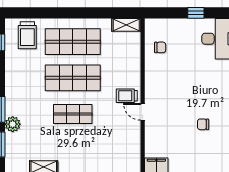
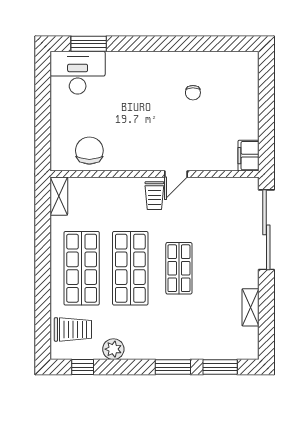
window: (196, 13) -> (43, 102), removed
chair: (160, 47) -> (89, 151), width x1.87, depth x1.87
plant: (13, 124) -> (113, 349), moved

